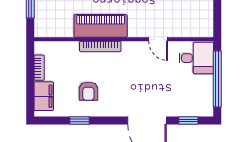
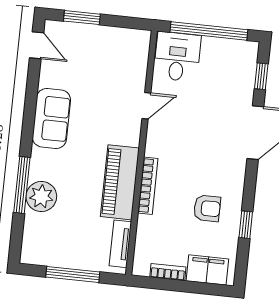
tv unit: (56, 31) -> (120, 244), added

